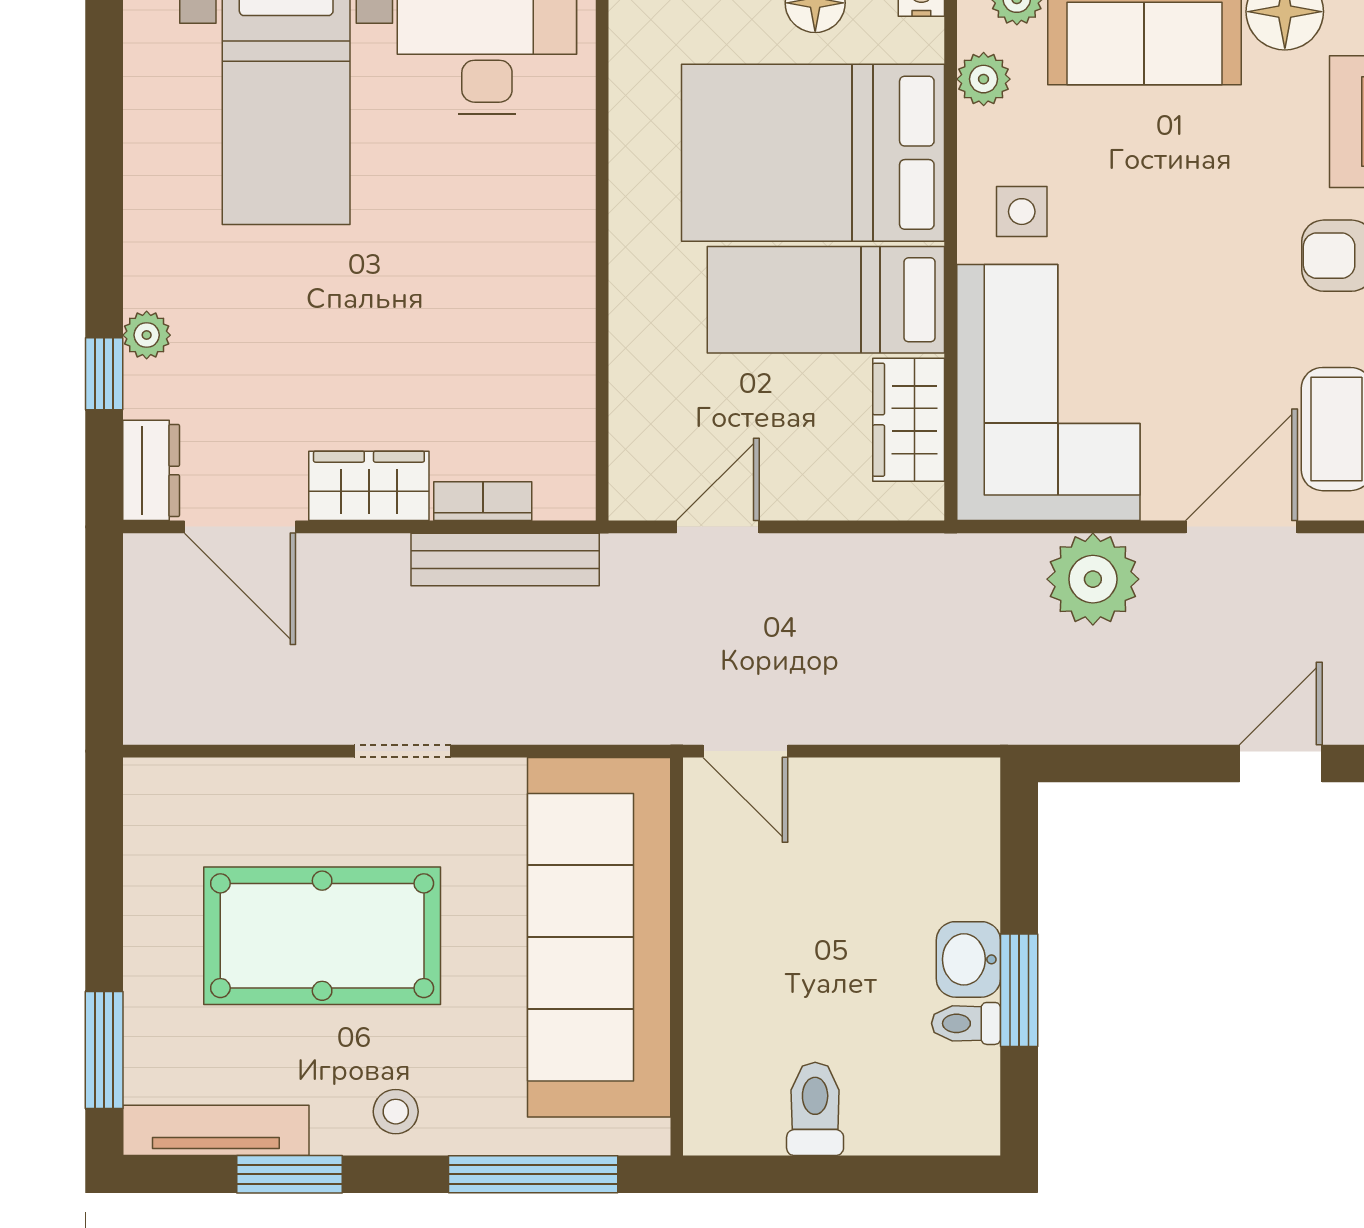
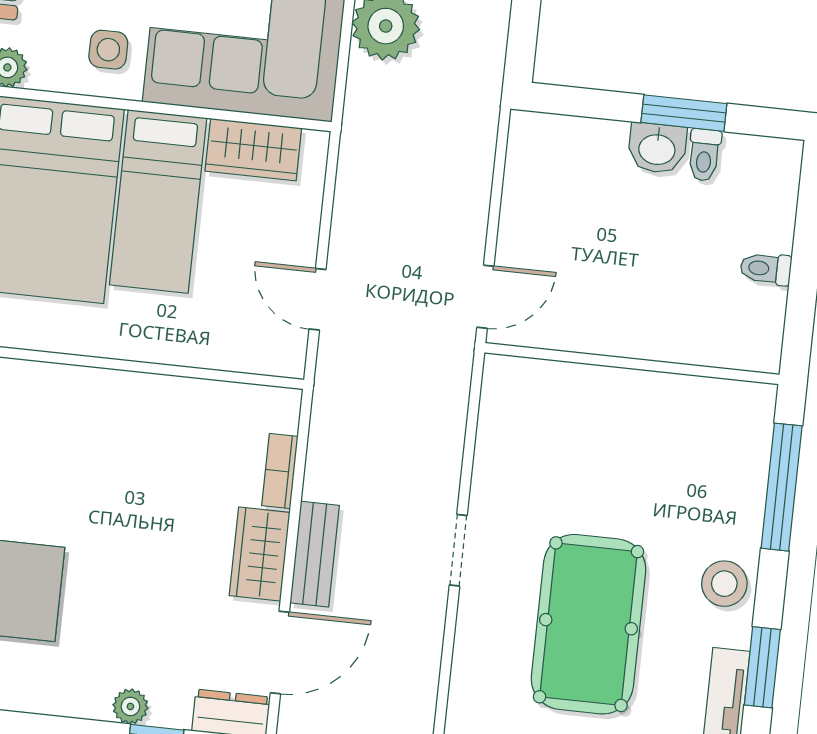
bench: (505, 559) -> (315, 554), moved, width x0.73
sofa: (599, 937) -> (612, 419), removed
toilet: (815, 1109) -> (766, 269), width x0.73, depth x0.72
stool: (396, 1112) -> (724, 584), width x1.37, depth x1.37

